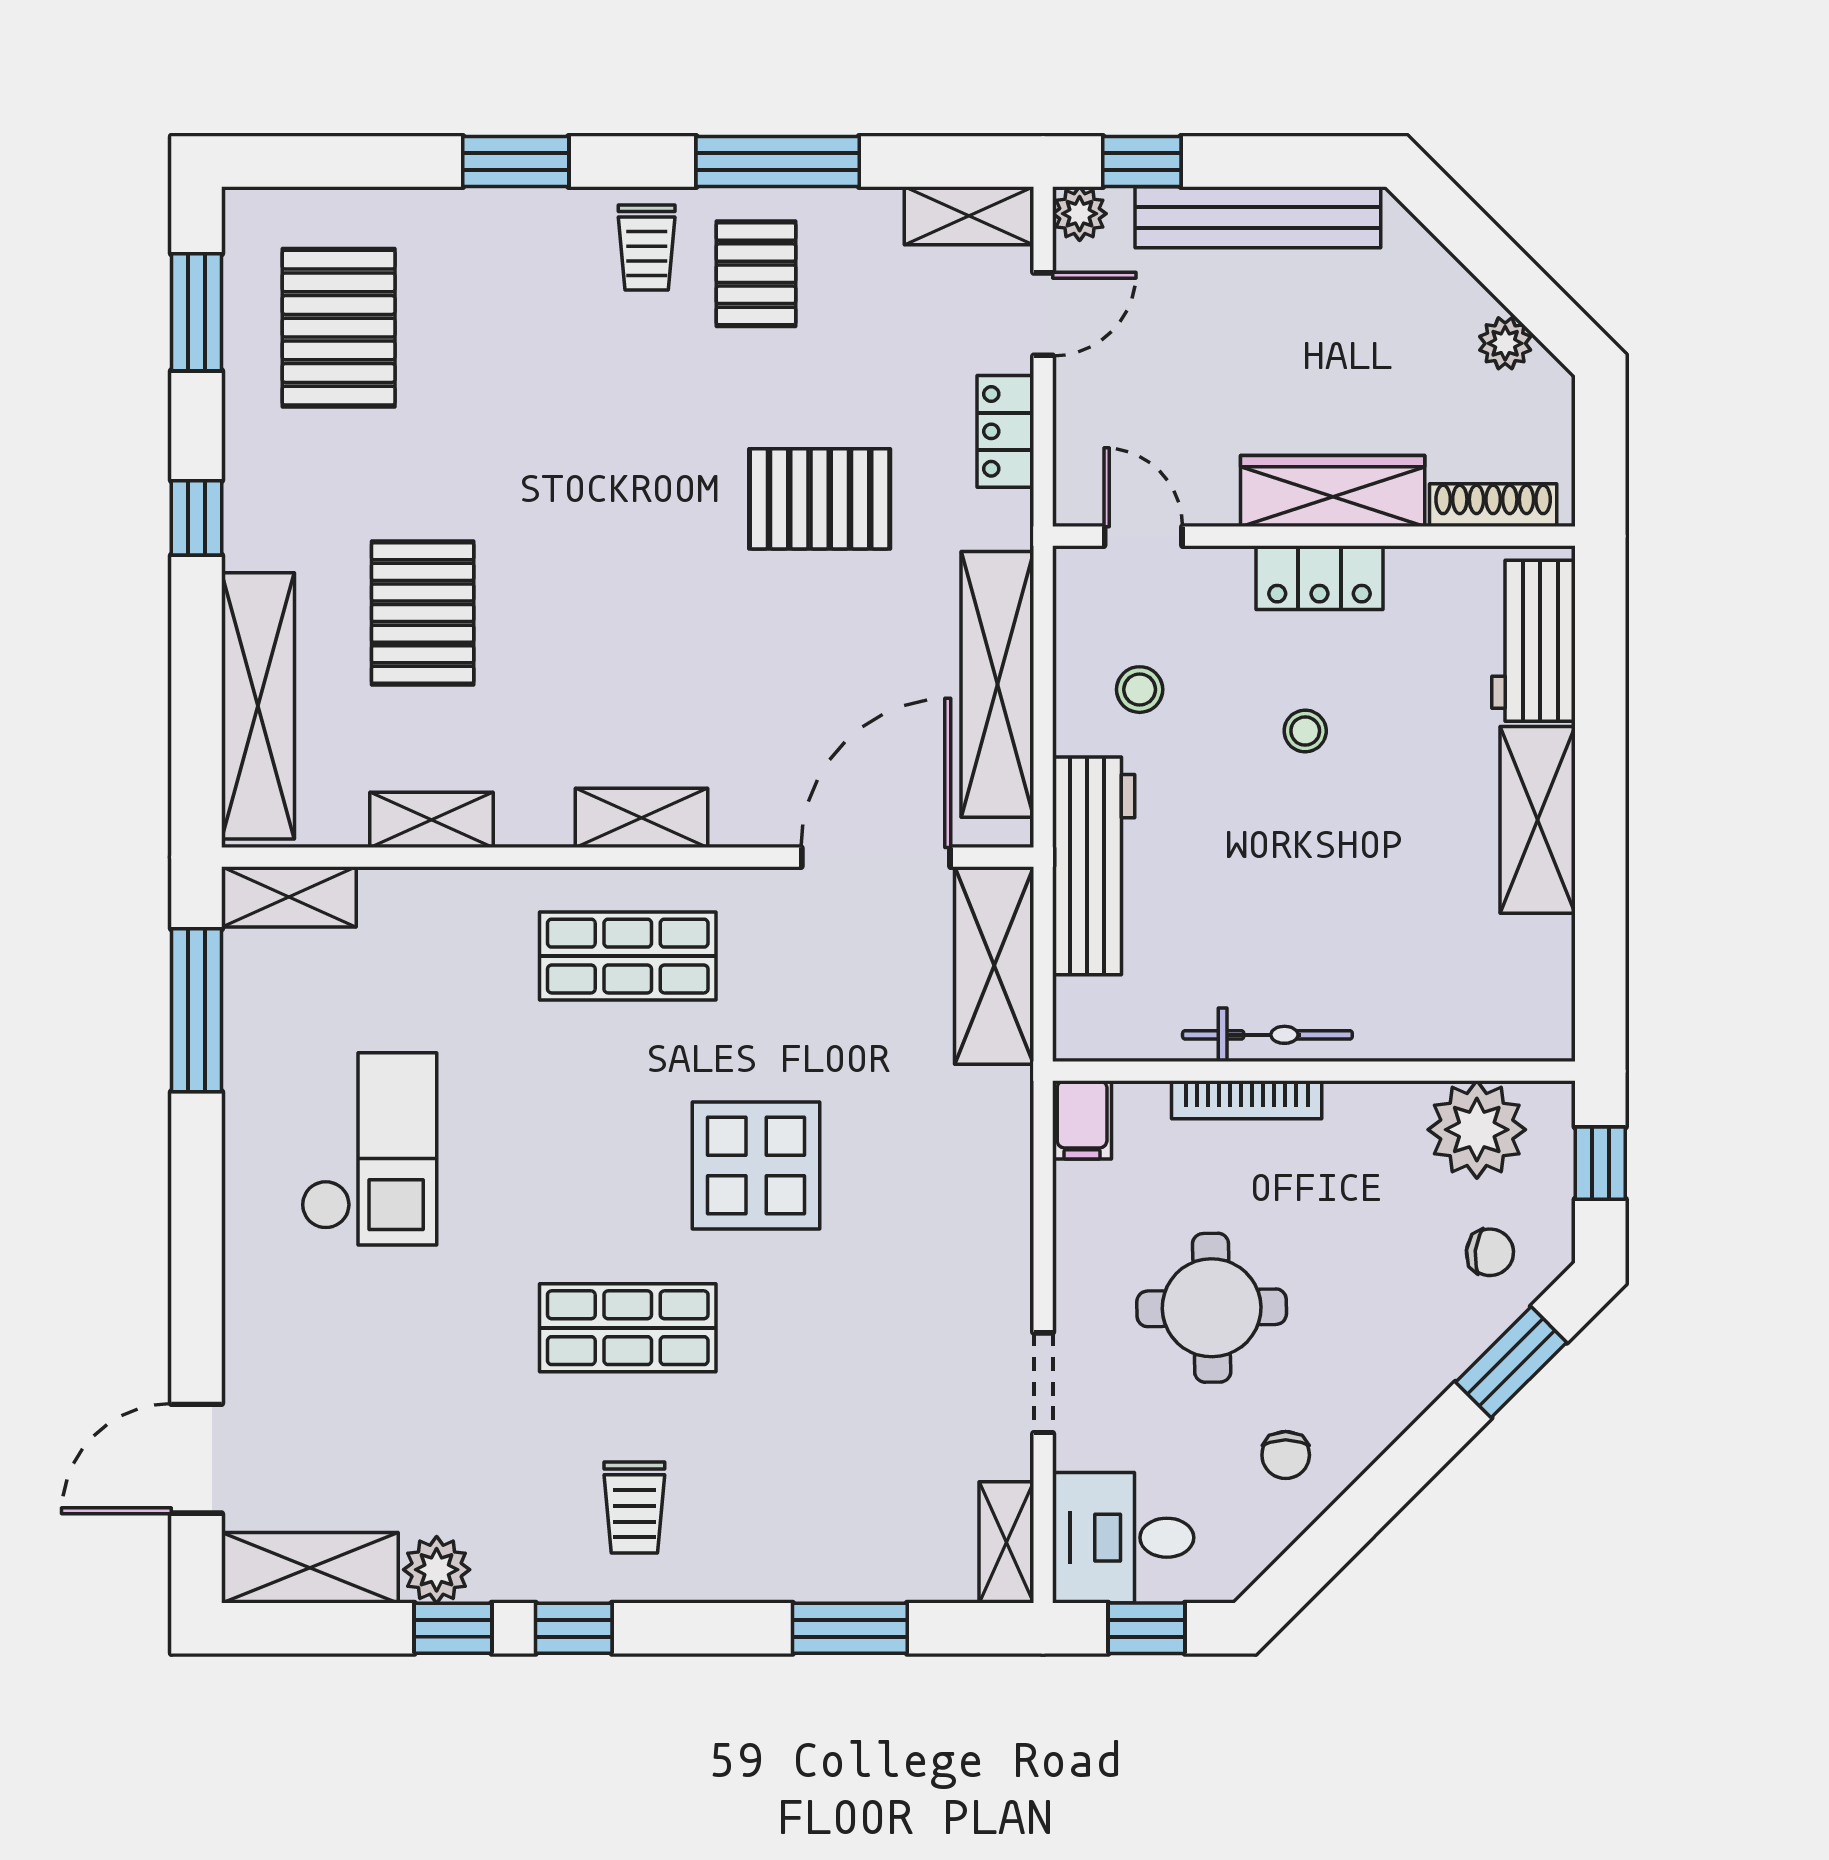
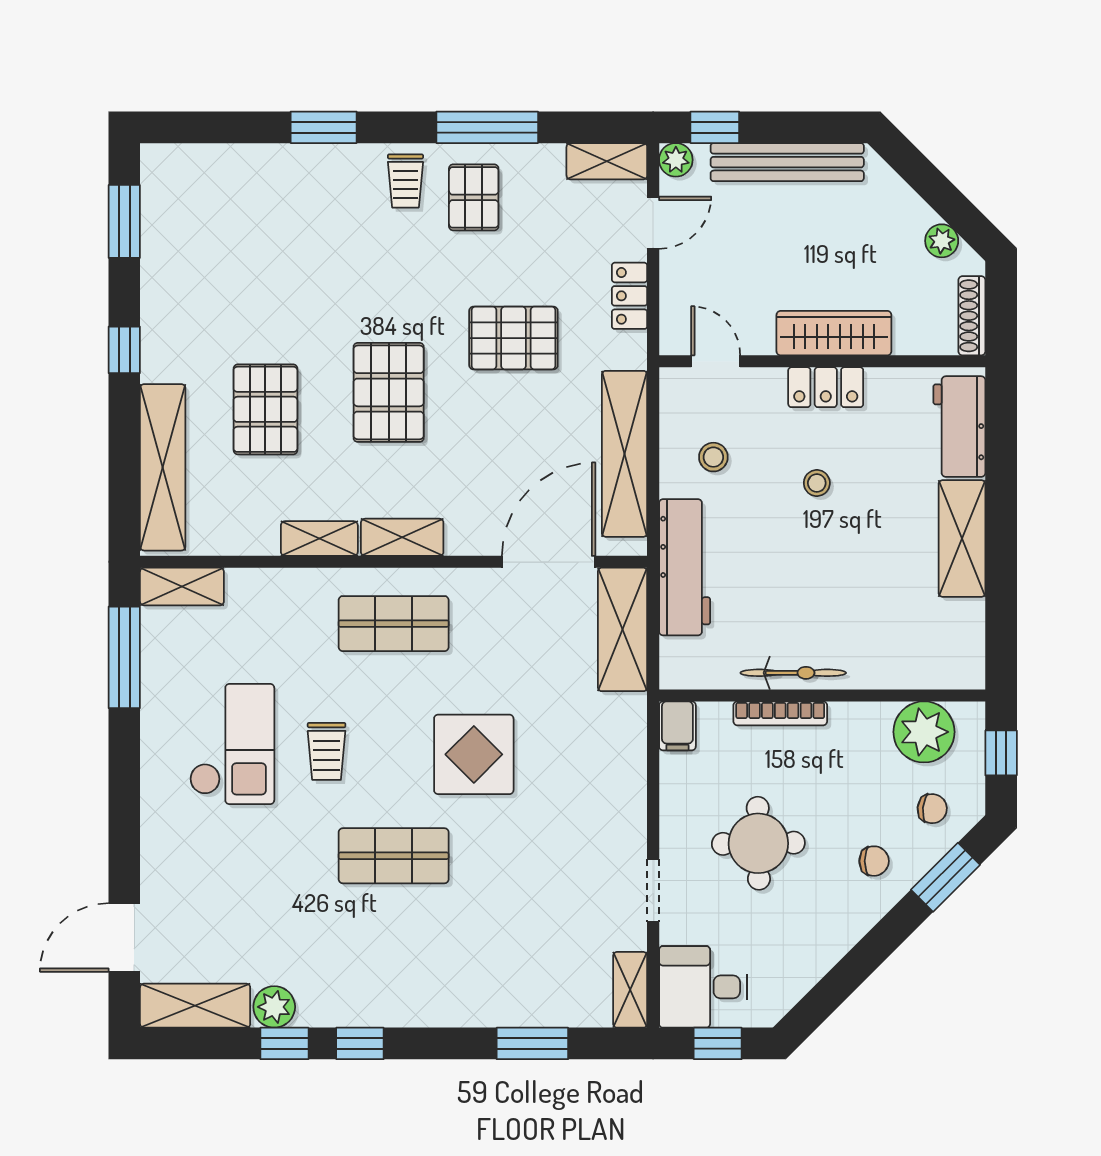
pallet: (339, 328) -> (389, 392), moved
shoe rack: (1493, 505) -> (972, 316), moved, turned -90
shelving: (432, 820) -> (319, 539), moved
chair: (1286, 1455) -> (874, 861), moved, turned -90
trolley: (634, 1507) -> (327, 751), moved

